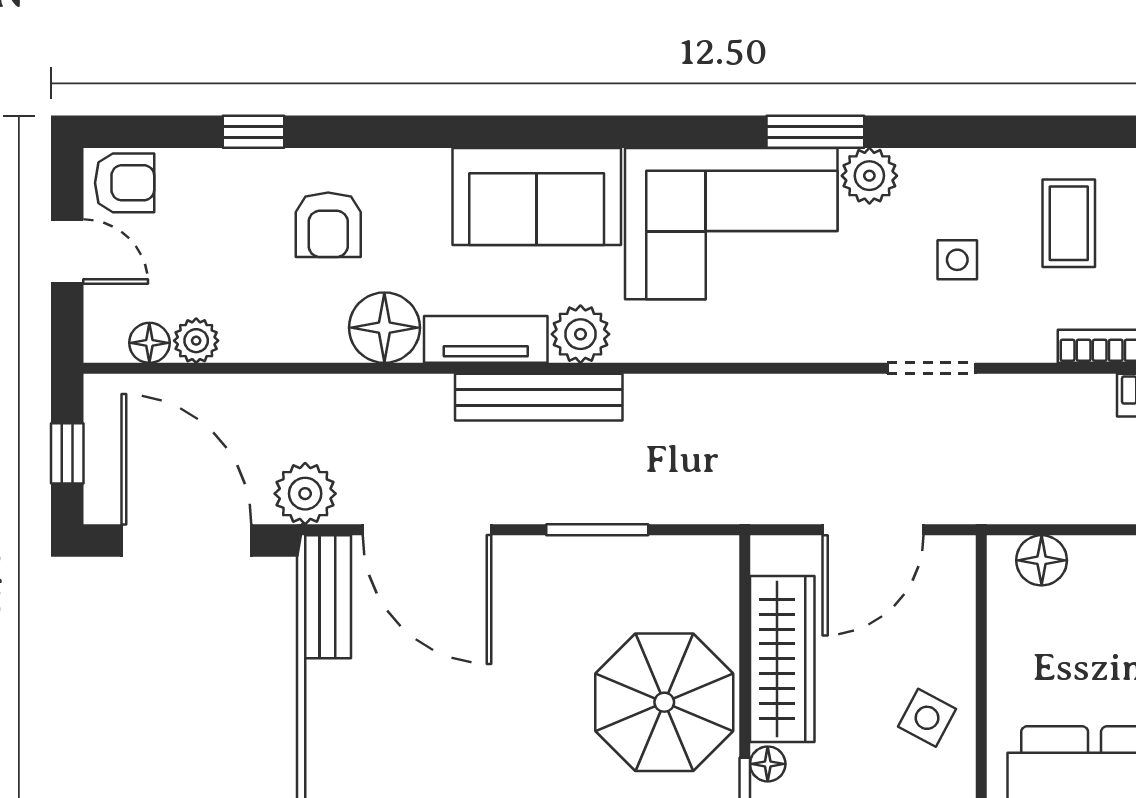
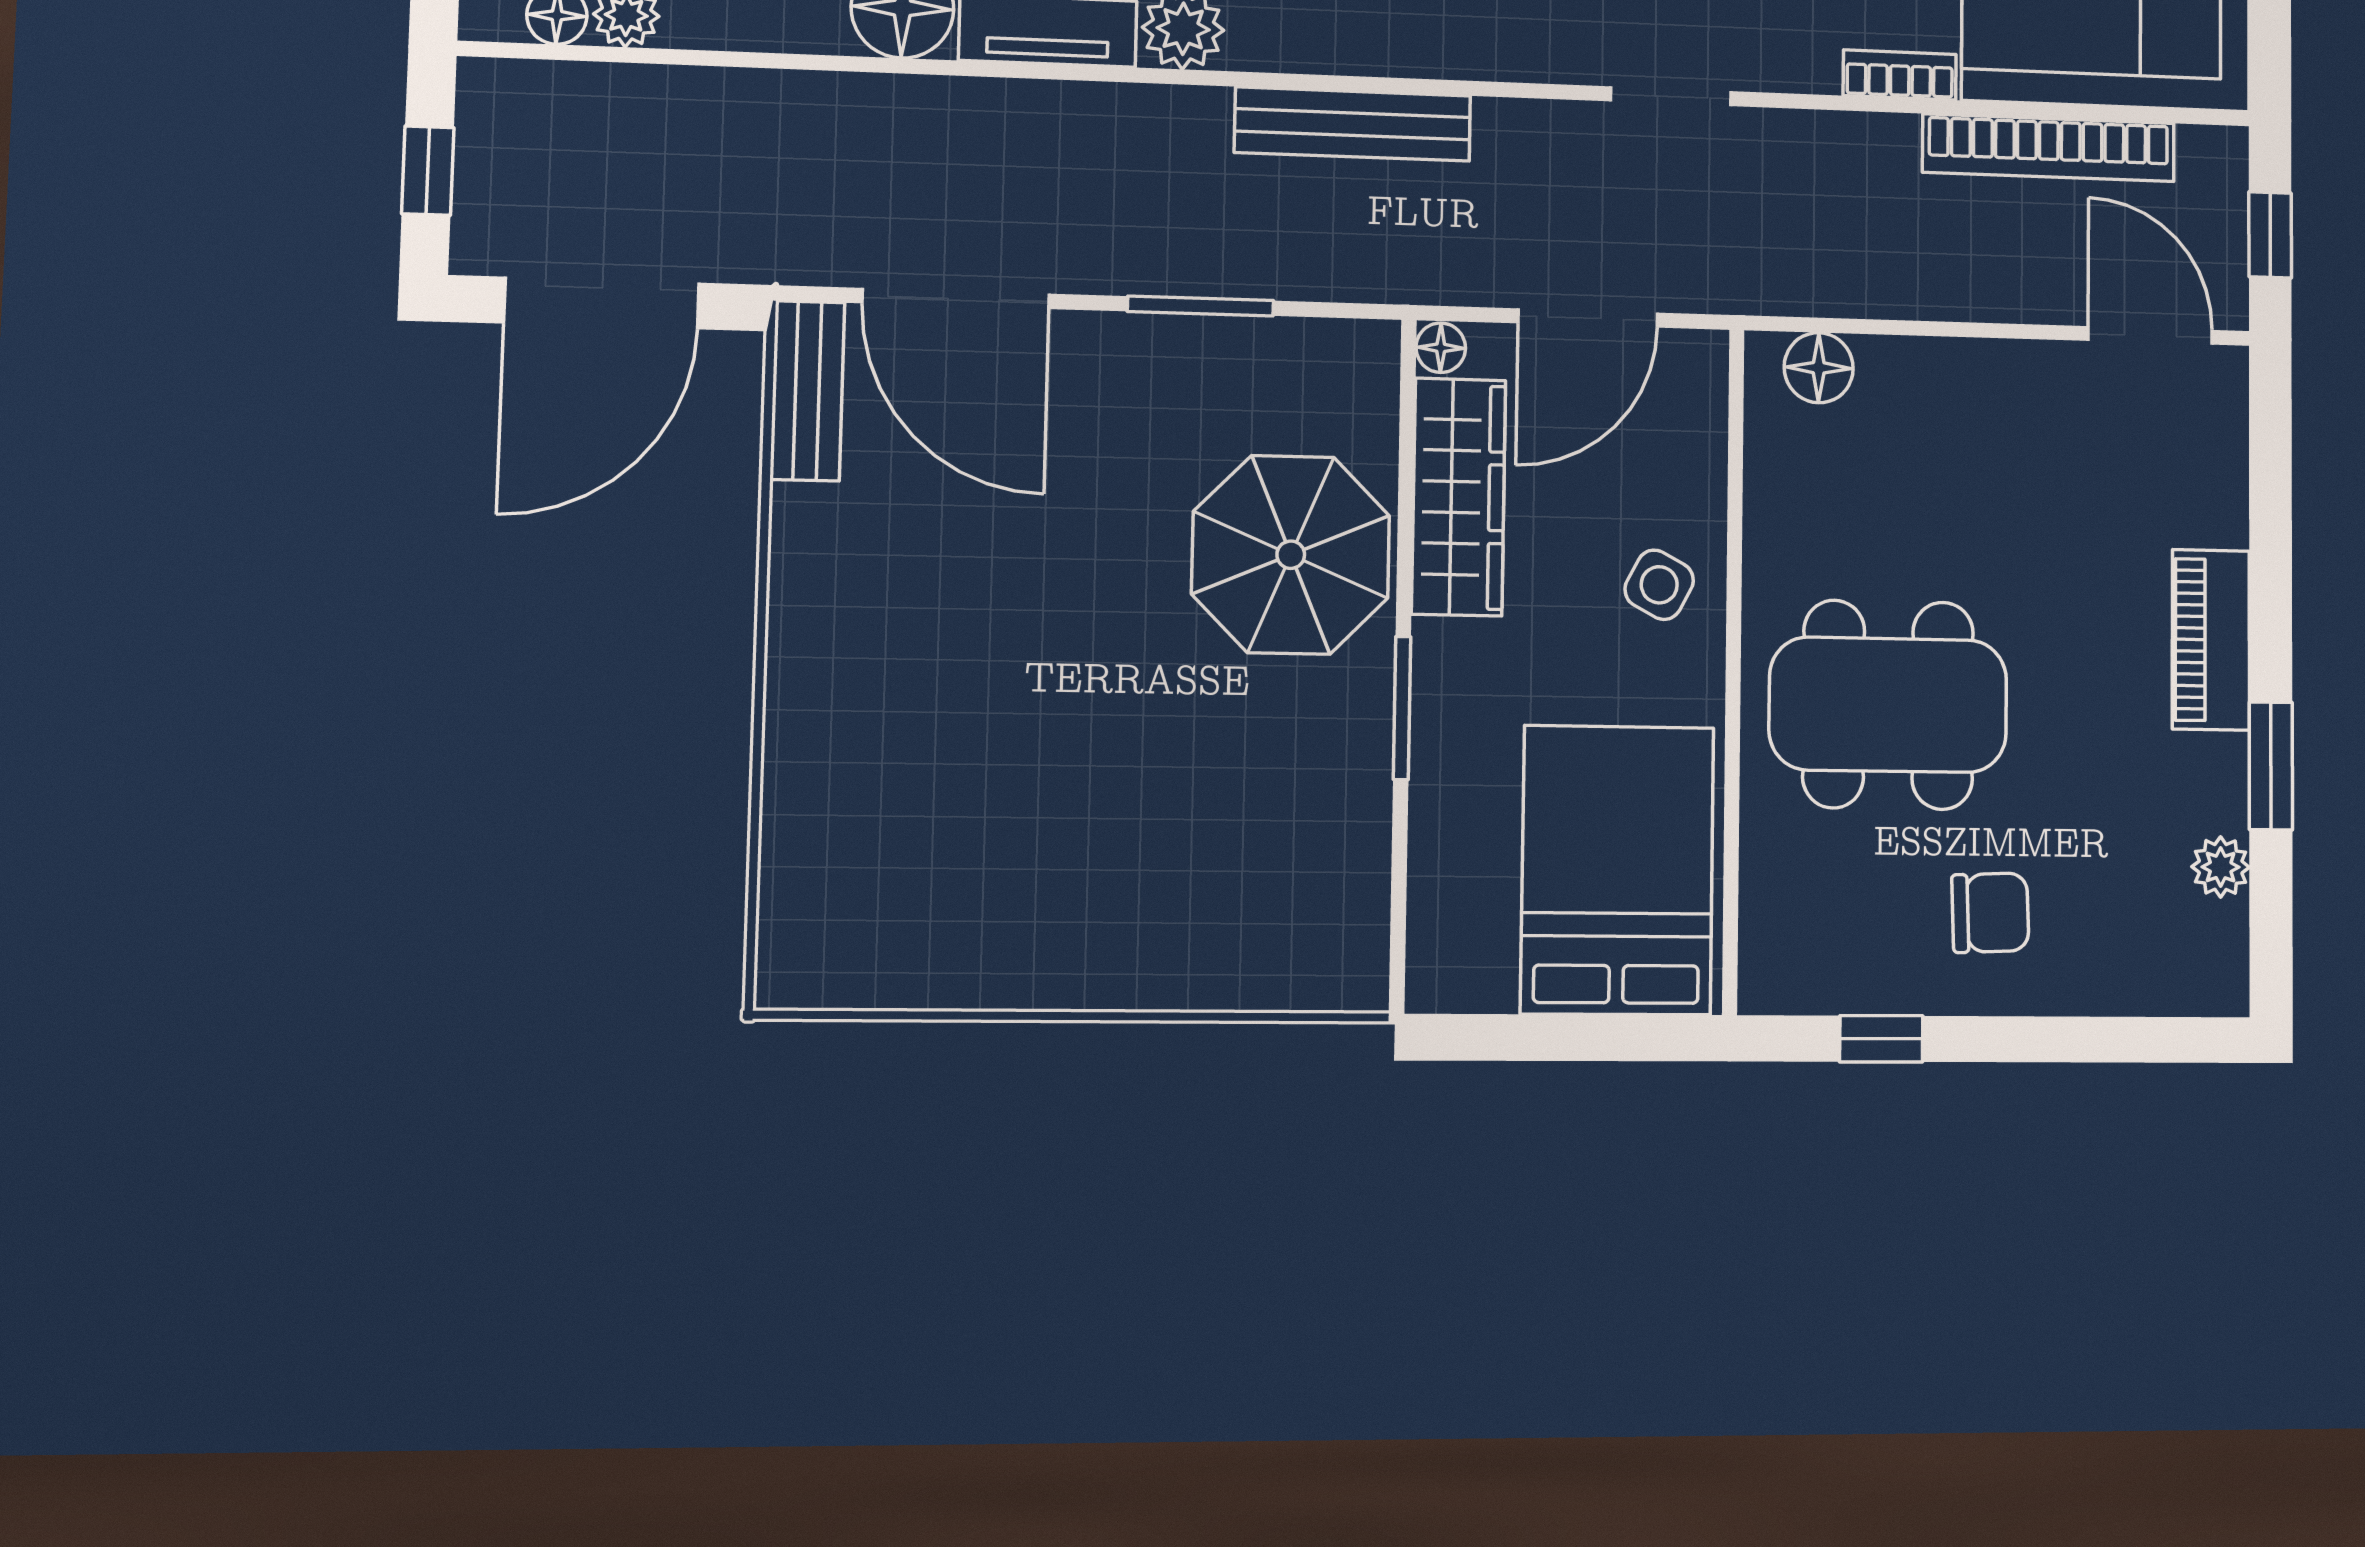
bench: (539, 397) -> (1353, 124), moved
plant: (305, 494) -> (779, 241), removed
door: (186, 540) -> (602, 303), swing flipped
floor lamp: (768, 764) -> (1441, 348), moved

